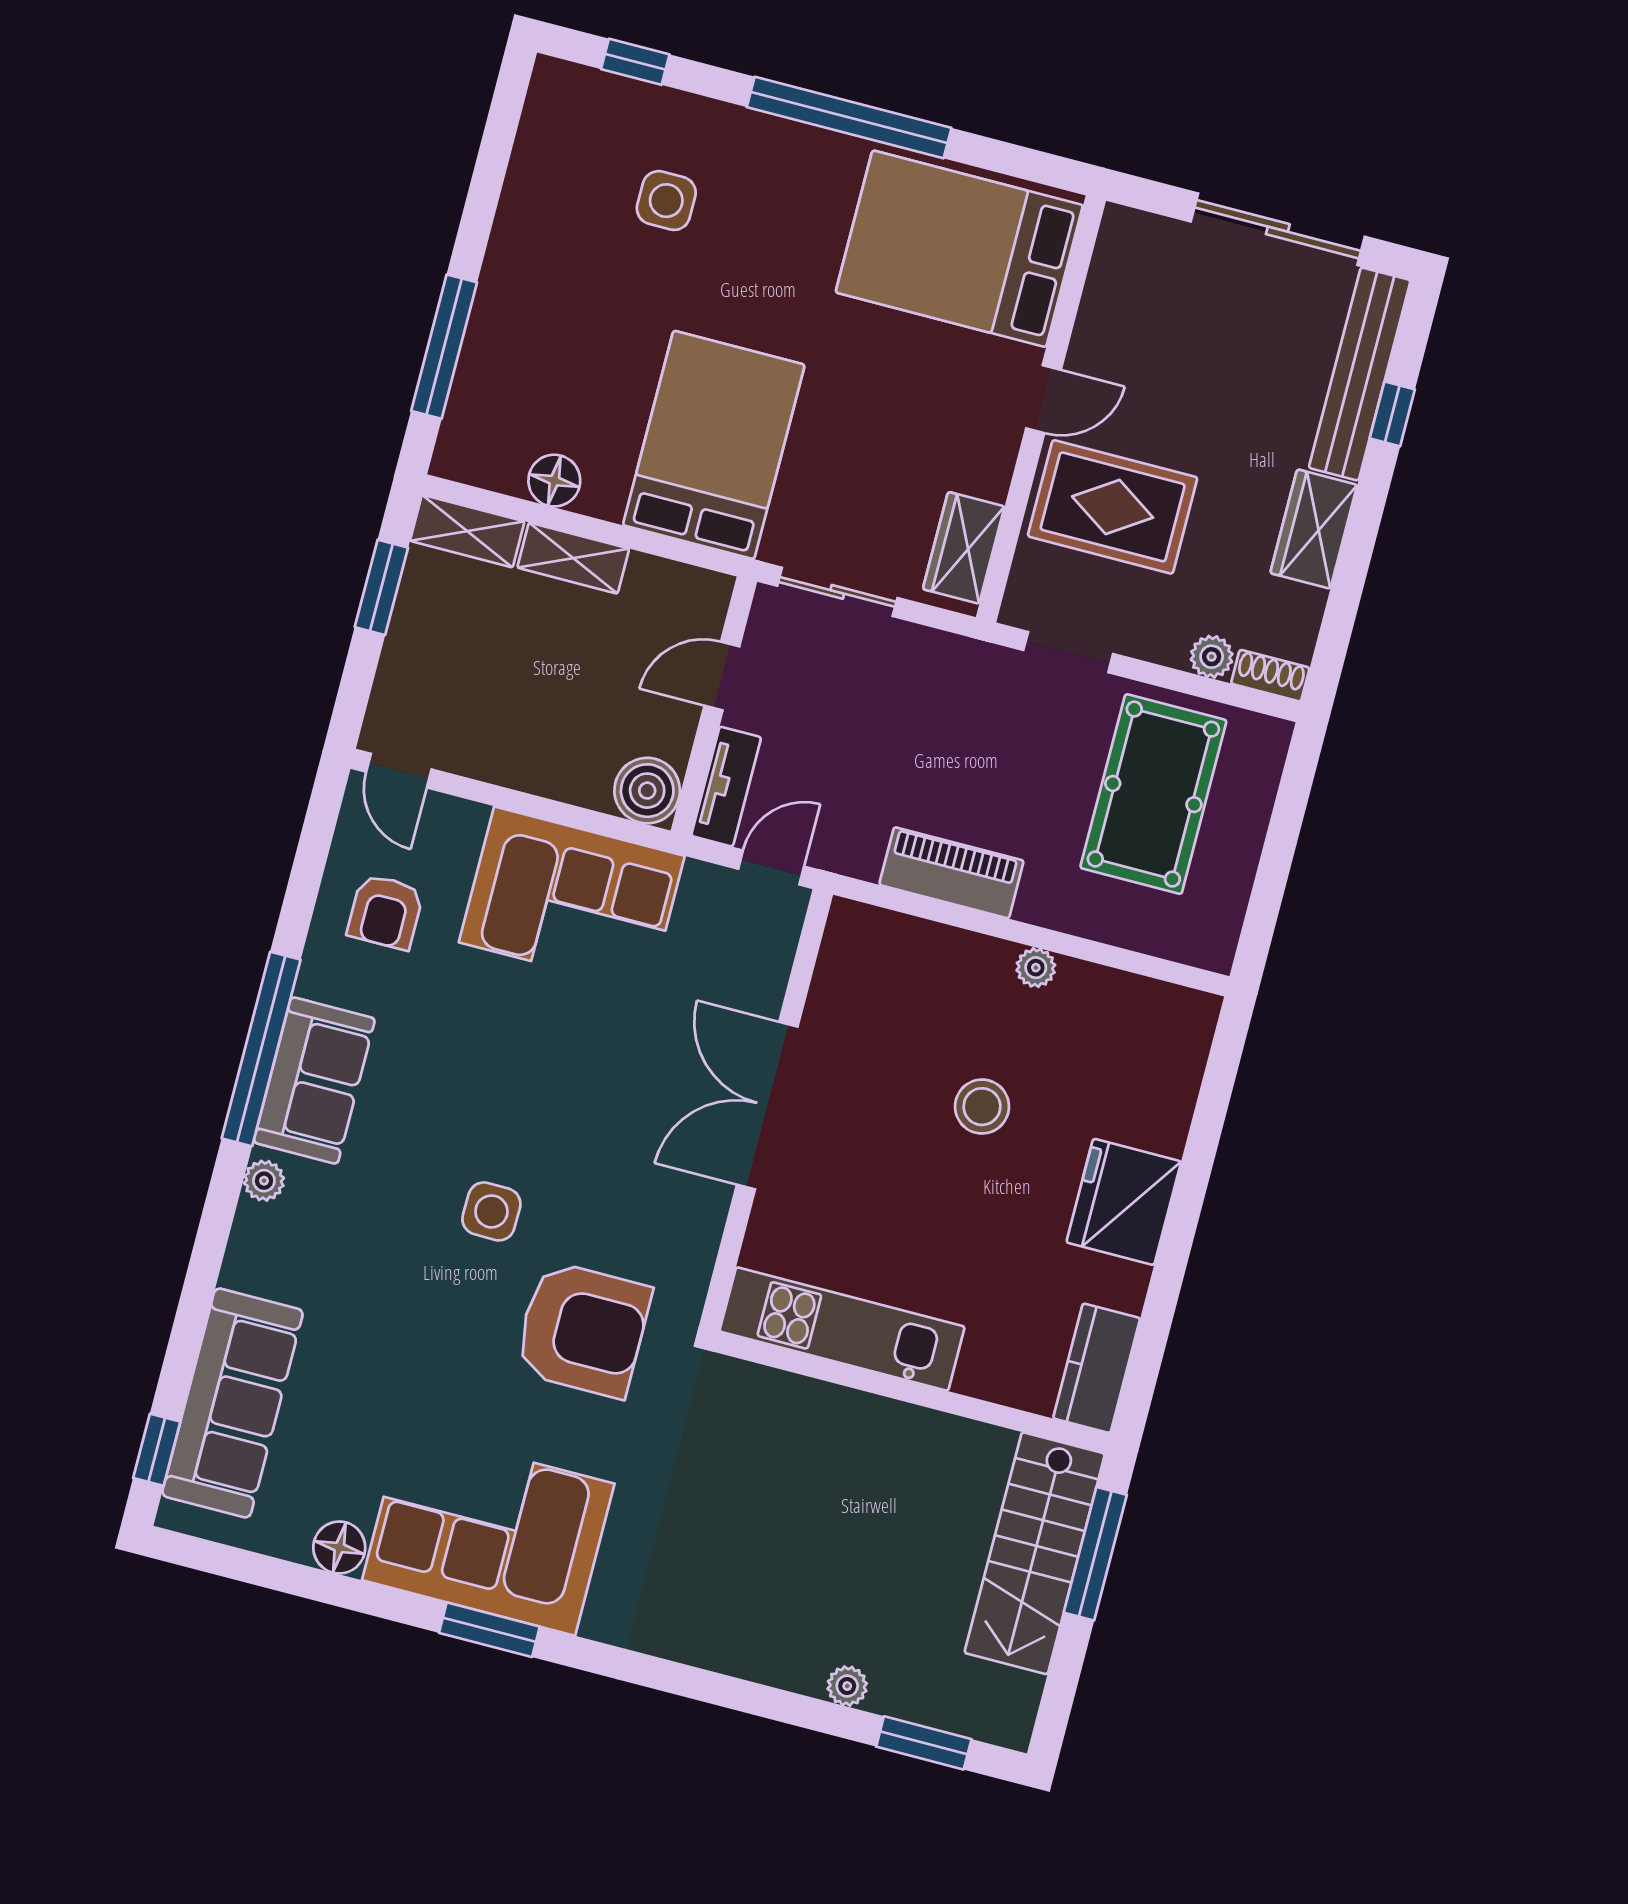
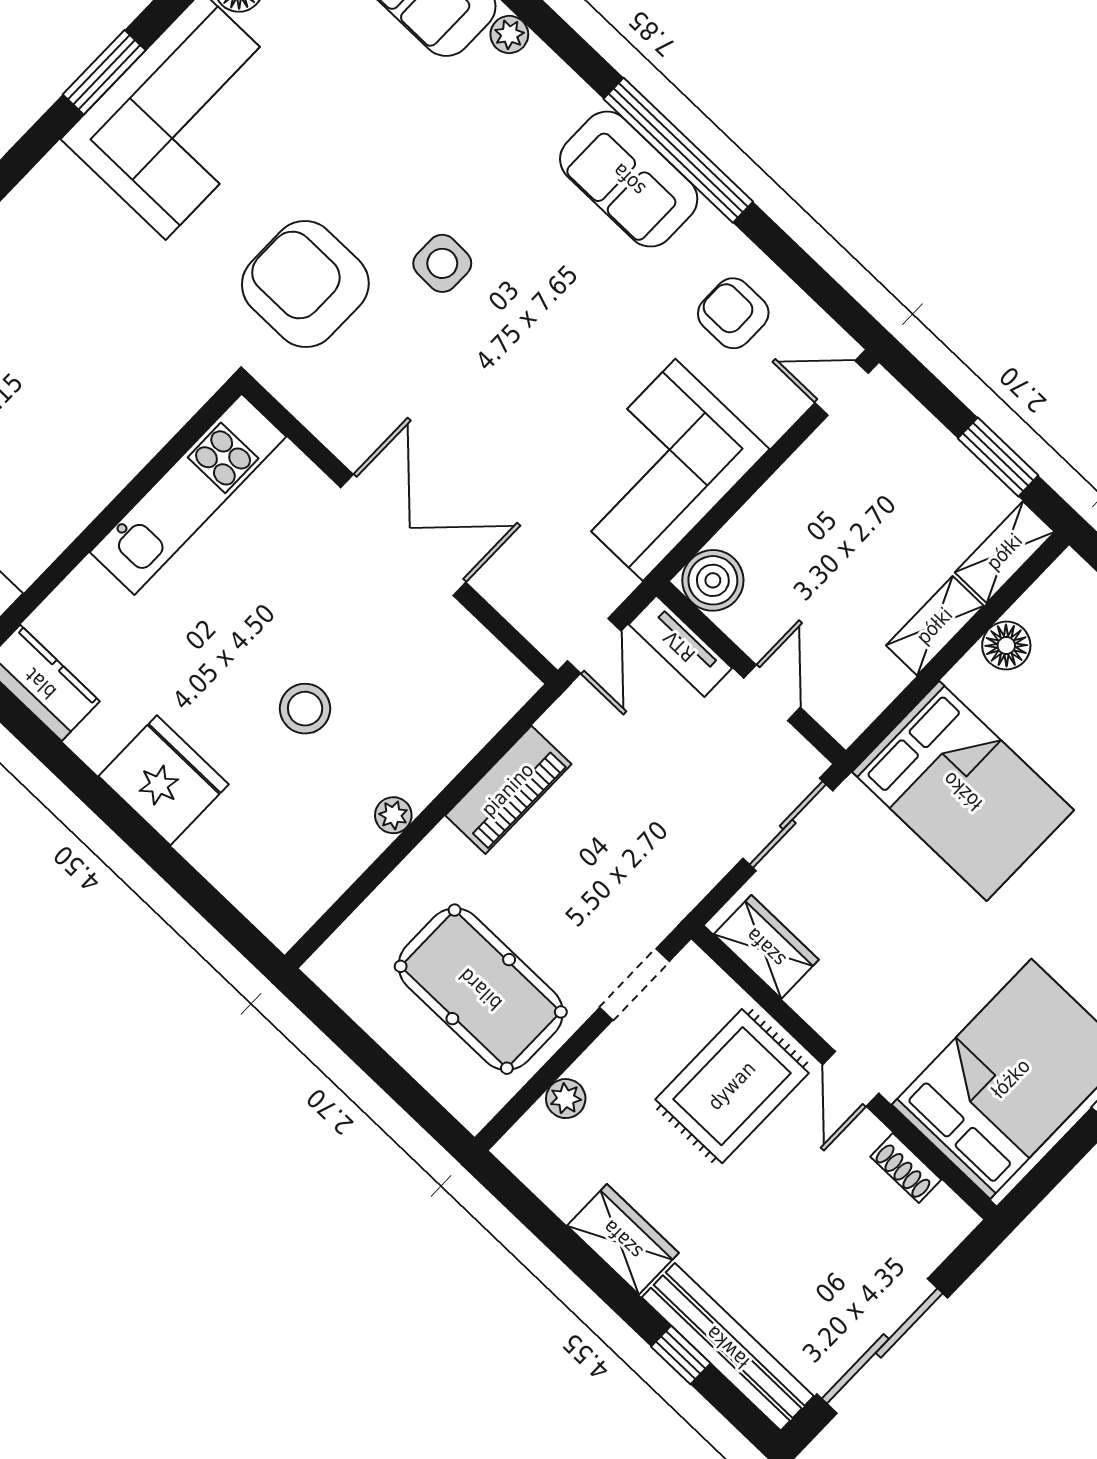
shoe rack: (1270, 676) -> (906, 1168), moved, turned 90
plant: (264, 1181) -> (509, 35), moved
armchair: (583, 1329) -> (305, 284), turned 90

